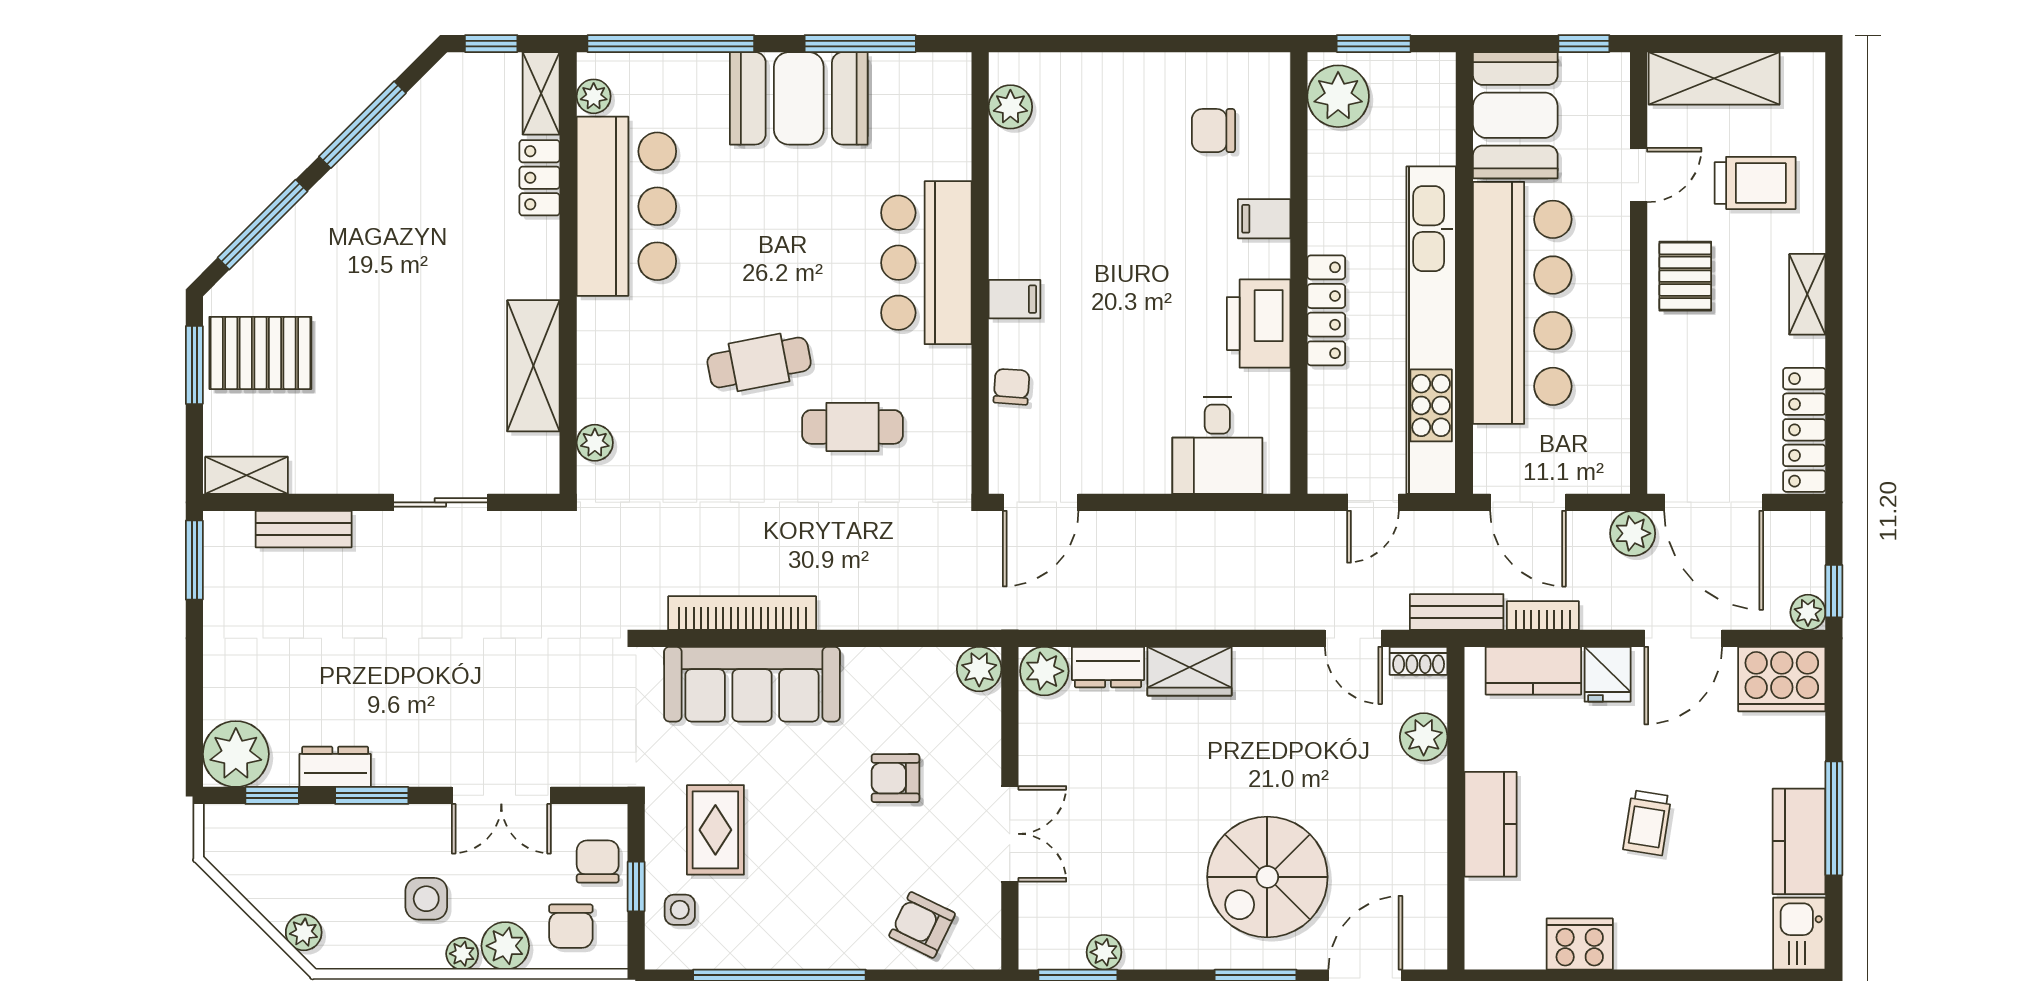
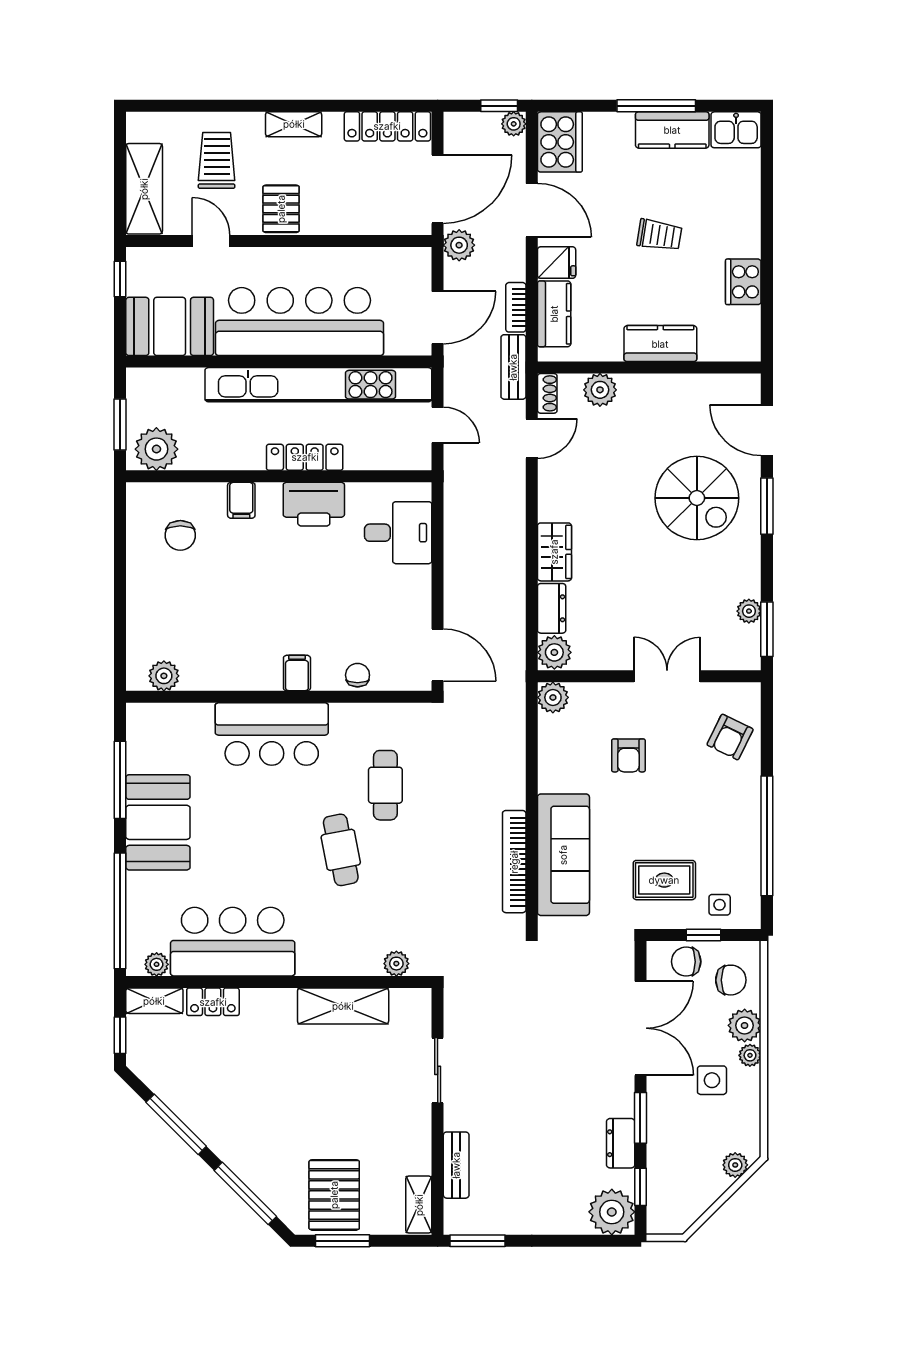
pallet: (1685, 276) -> (281, 209), turned 90
chair: (1012, 387) -> (358, 675), turned 86
double door: (501, 795) -> (640, 1028), width x1.37

